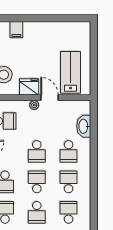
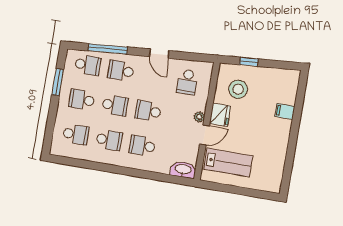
washbasin: (84, 126) -> (183, 170), moved

